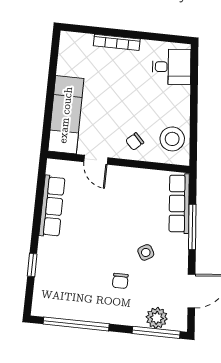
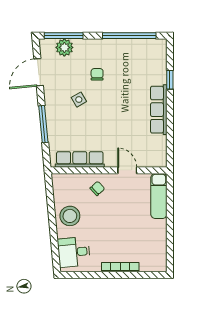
exam couch: (66, 115) -> (159, 196), width x0.73, depth x0.69
stool: (172, 139) -> (70, 216), moved
row of seats: (179, 204) -> (80, 159), moved, turned -85
row of seats: (52, 206) -> (159, 110), moved

